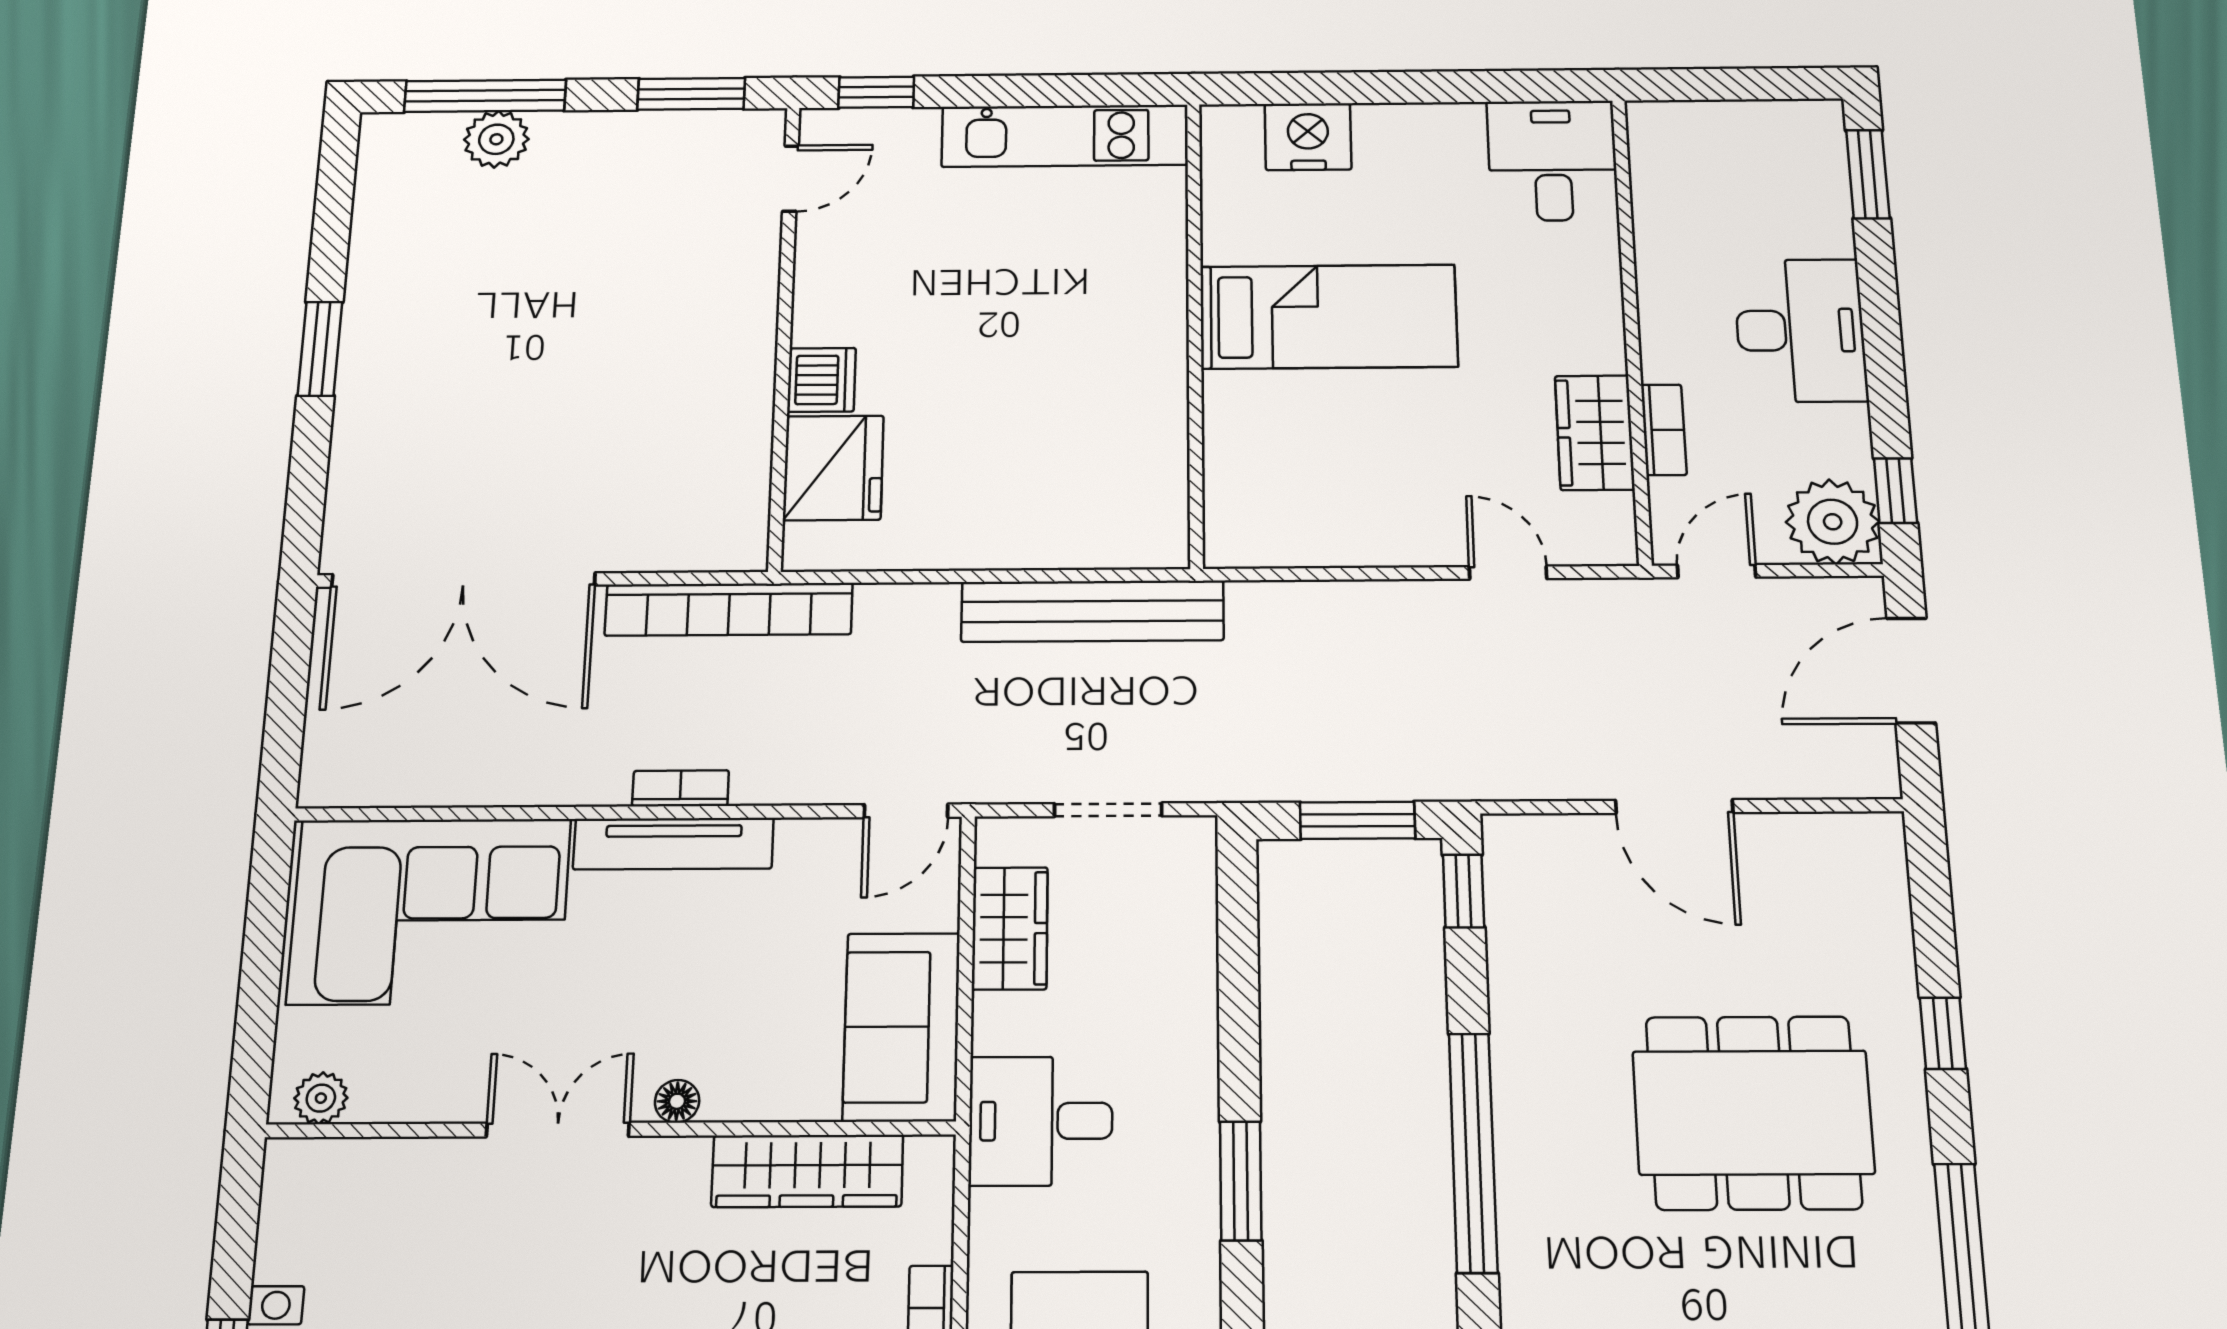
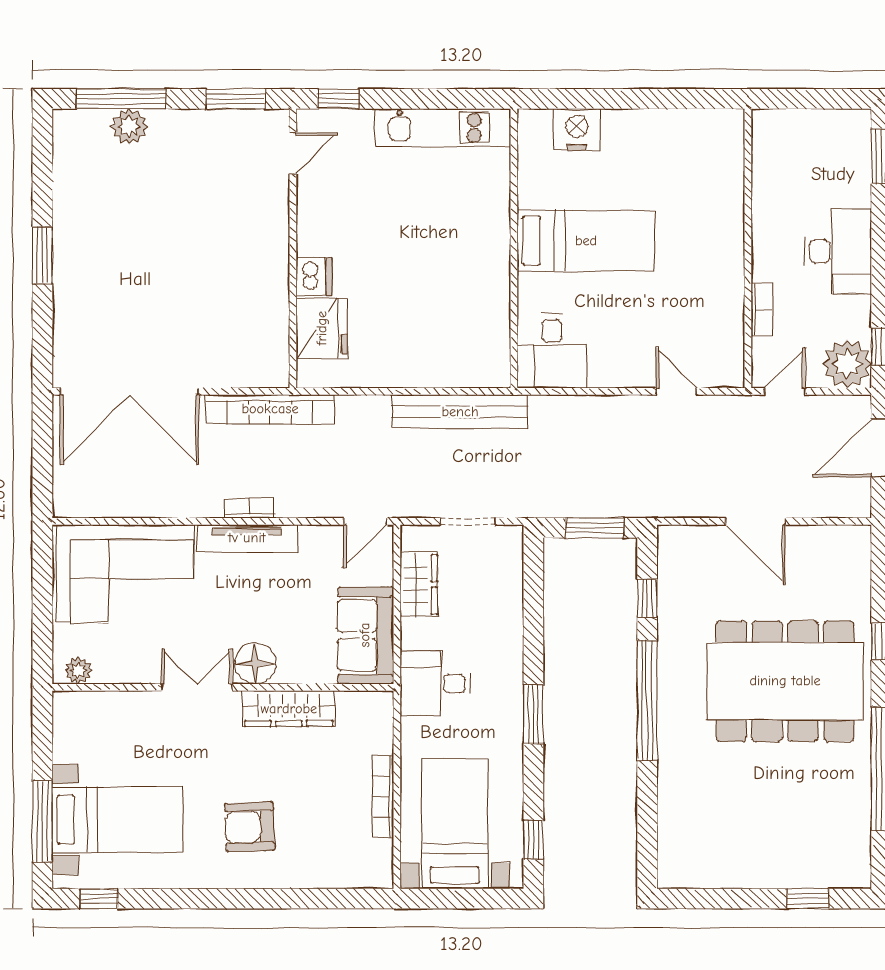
desk: (1552, 160) -> (552, 351), moved, turned 180
wardrobe: (1595, 433) -> (725, 311), removed
window: (1464, 891) -> (647, 598), moved
floor lamp: (677, 1101) -> (255, 663), width x1.89, depth x1.89
dining table: (1753, 1112) -> (785, 681), width x1.36, depth x1.24
wardrobe: (807, 1171) -> (289, 709), moved

